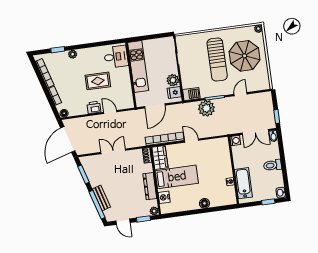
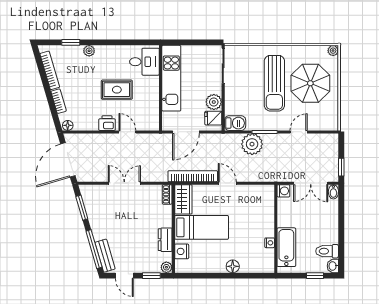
toilet: (272, 165) -> (327, 251), moved
dresser: (150, 186) -> (165, 240), width x0.70
bench: (101, 198) -> (105, 256), moved

